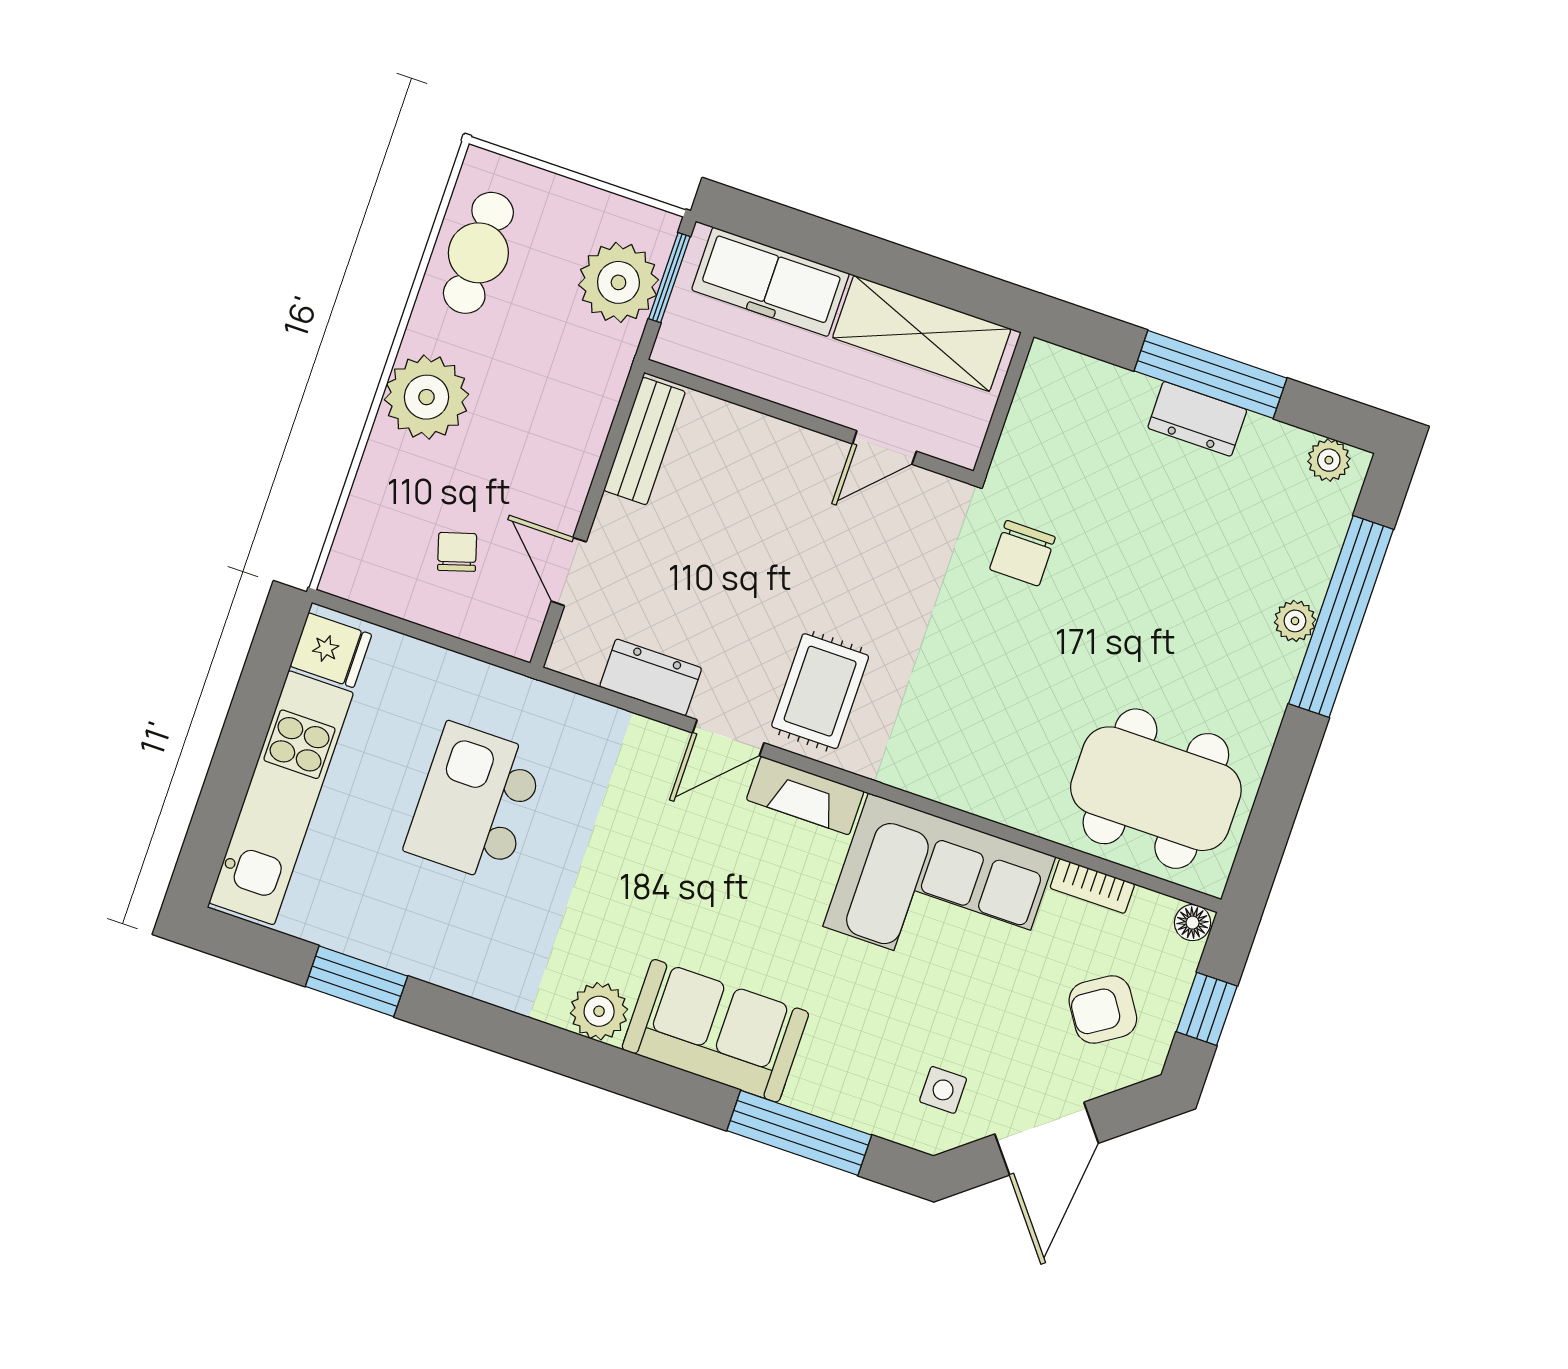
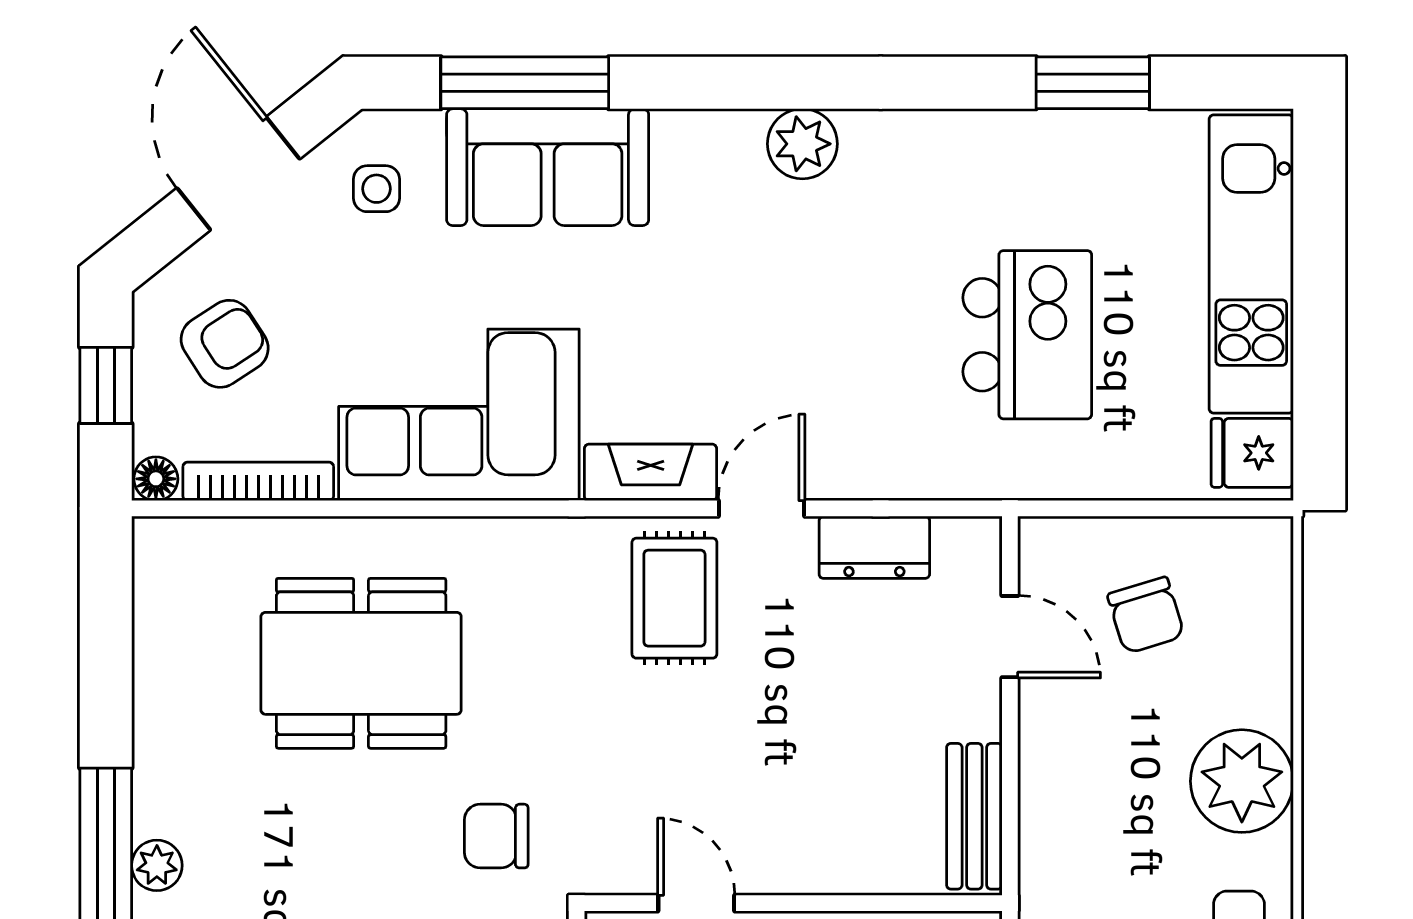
door: (884, 448) -> (696, 903), hinge flipped
chair: (457, 552) -> (1146, 615), width x1.37, depth x1.37
chair: (1022, 553) -> (496, 836), turned -90
dining table: (1156, 789) -> (361, 663), moved
bookcase: (1092, 886) -> (258, 481), width x1.56
sofa: (715, 1031) -> (548, 167), moved

